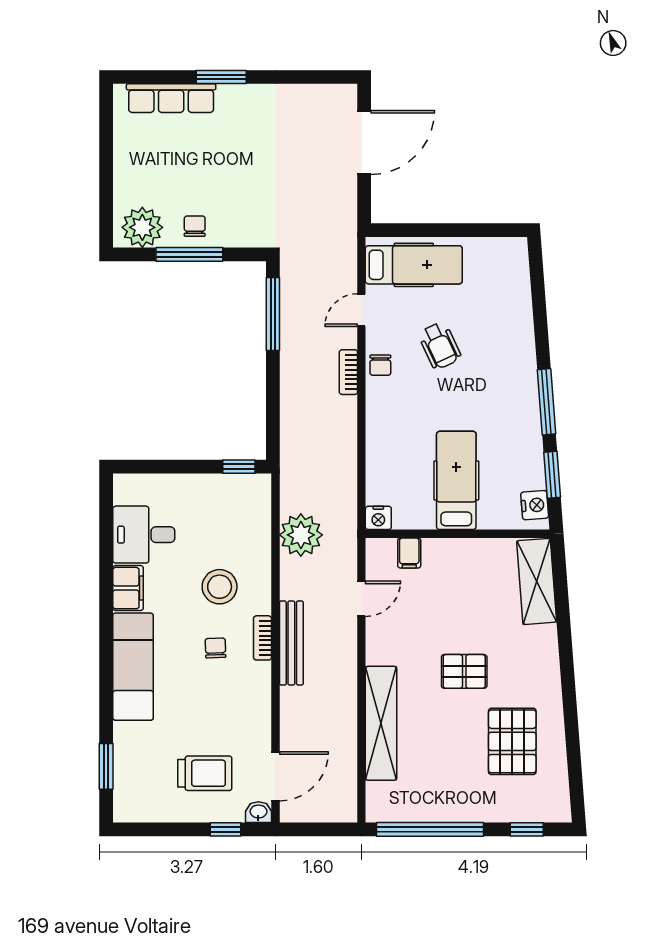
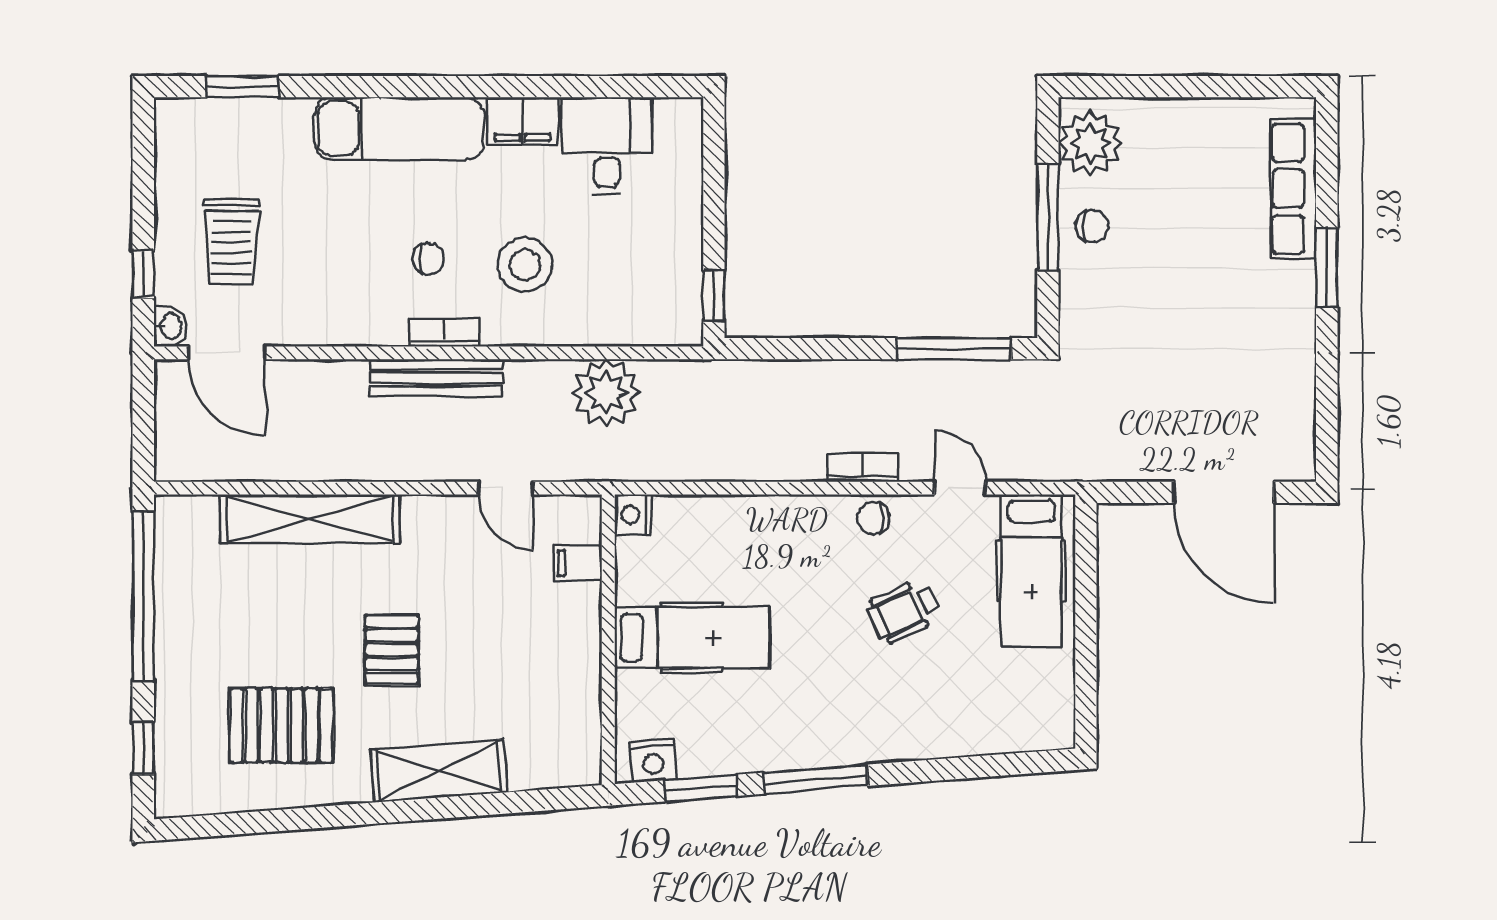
shelving: (537, 581) -> (439, 771), moved

